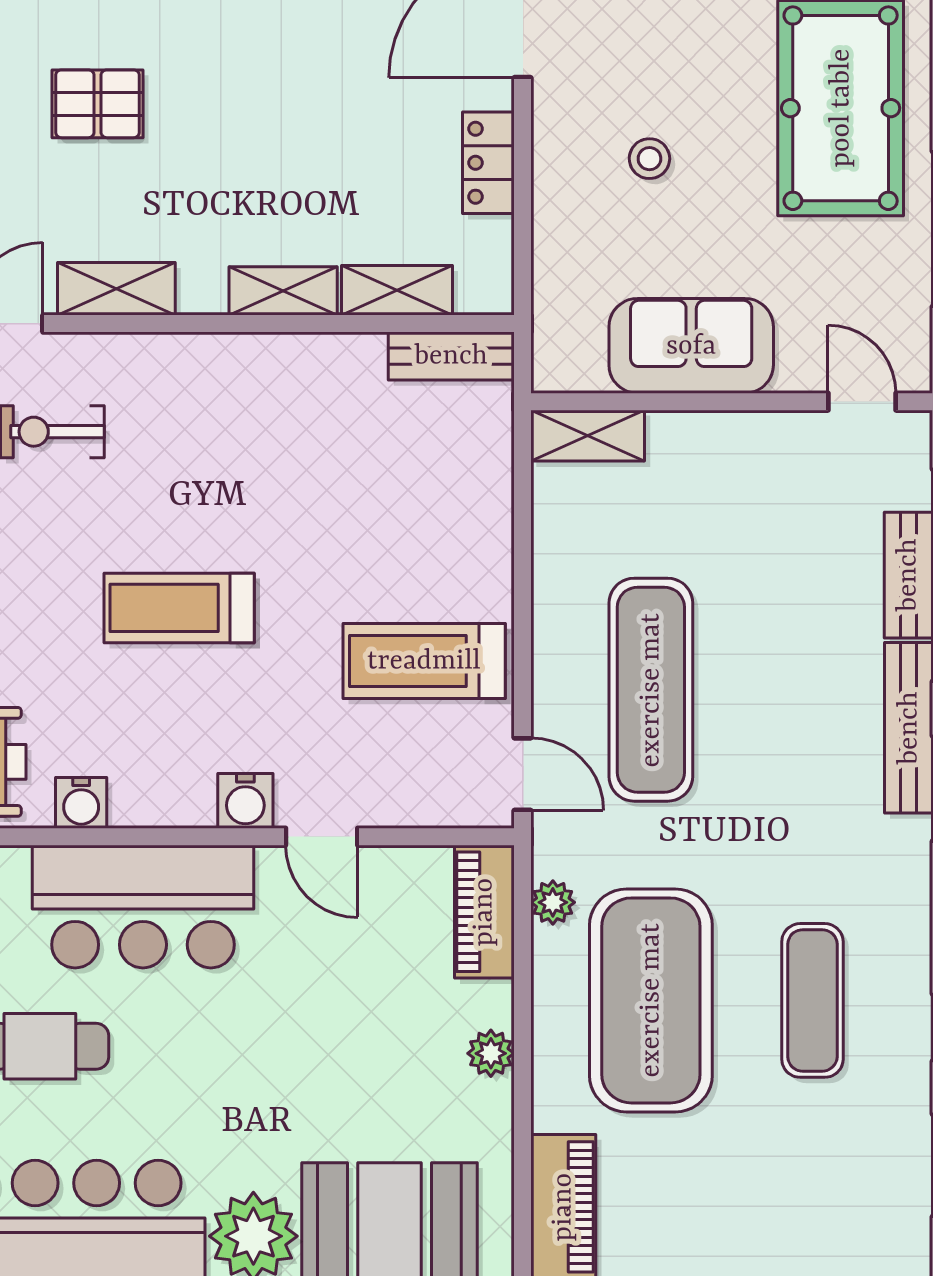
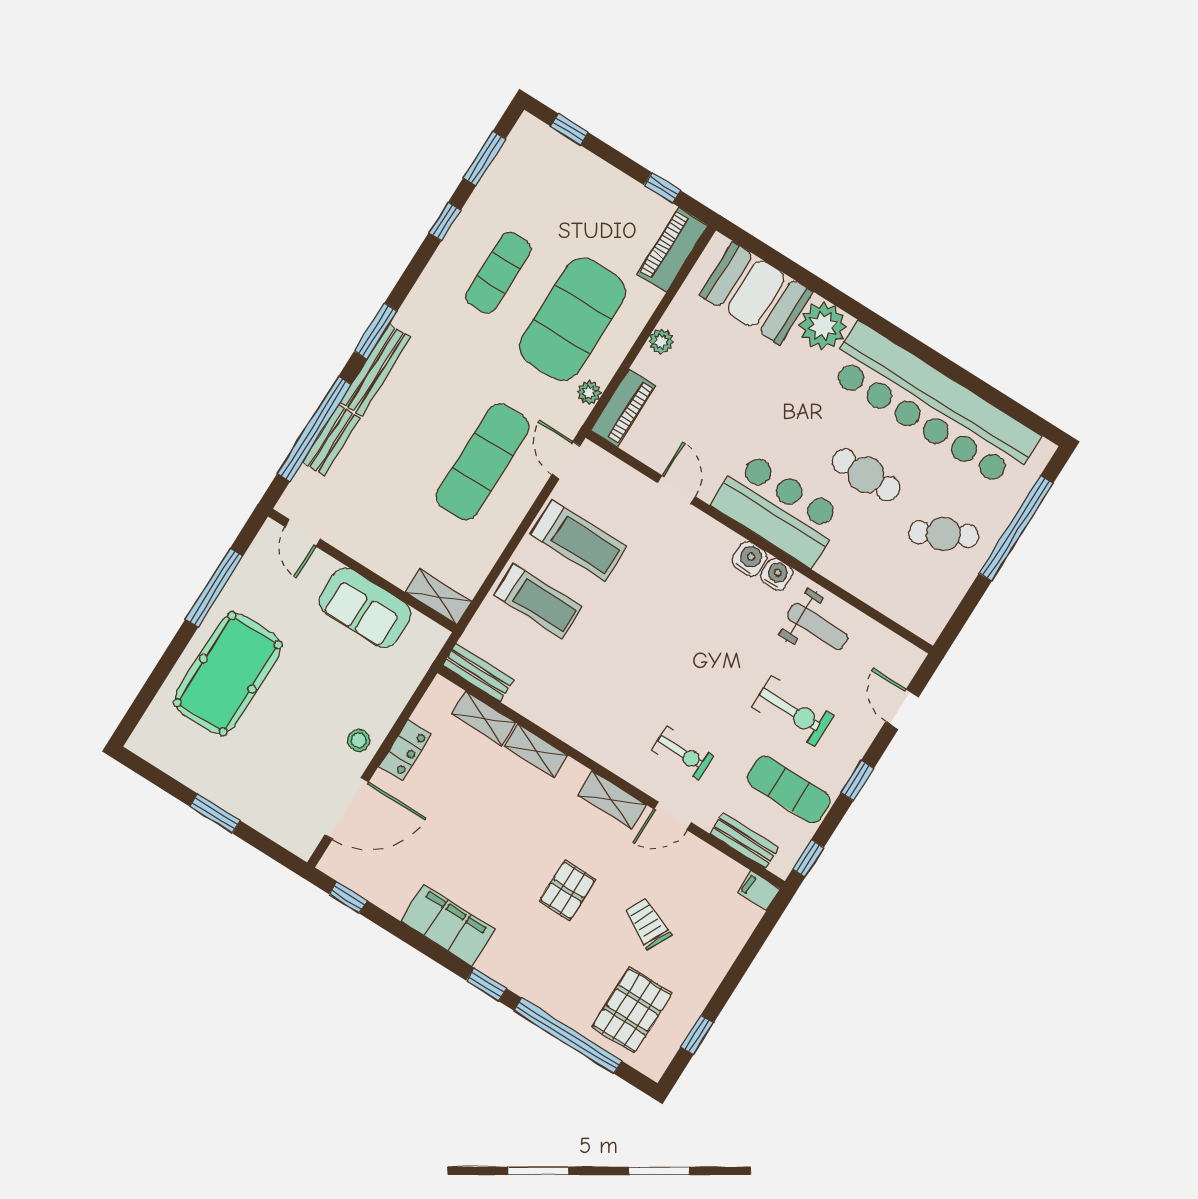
pallet: (98, 104) -> (567, 890), turned 90
stool: (649, 159) -> (359, 740), moved
treadmill: (179, 608) -> (538, 601), moved
water cooler: (245, 801) -> (750, 559), moved

